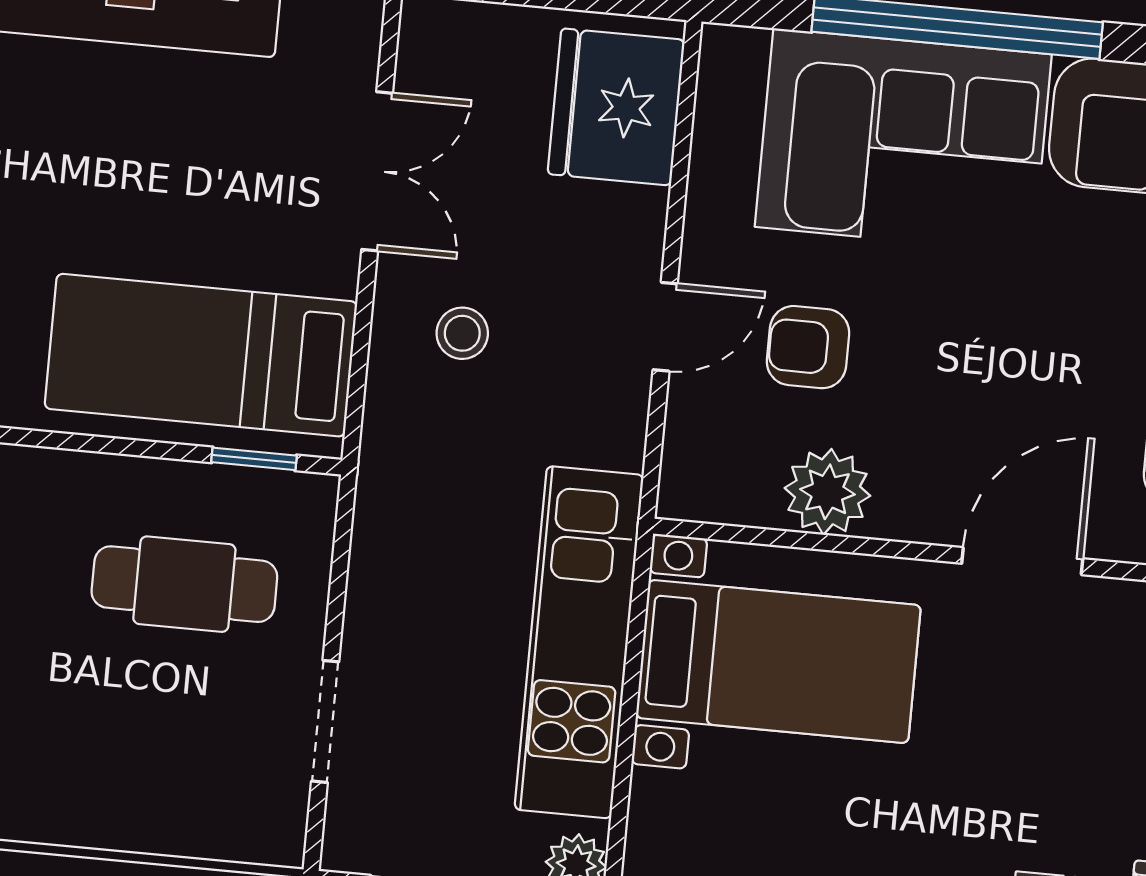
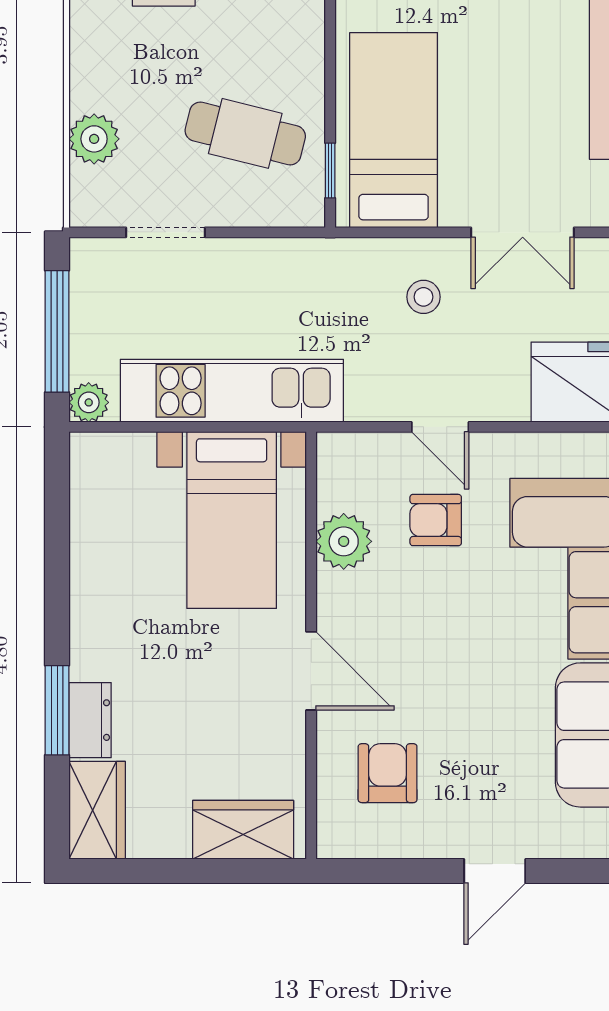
armchair: (808, 347) -> (436, 520), turned -90
cafe table: (184, 584) -> (245, 133), turned -76
plant: (171, 818) -> (94, 139), added

